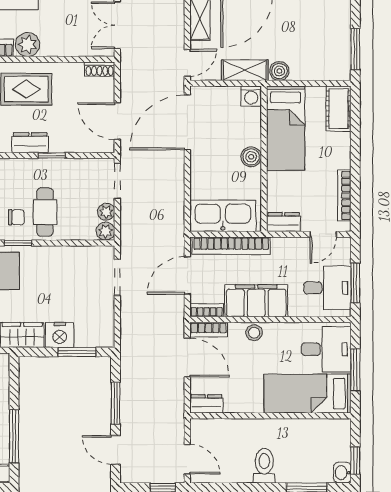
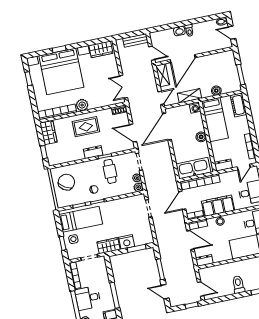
boiler: (279, 71) -> (216, 91), moved
cafe table: (45, 212) -> (110, 171), moved

